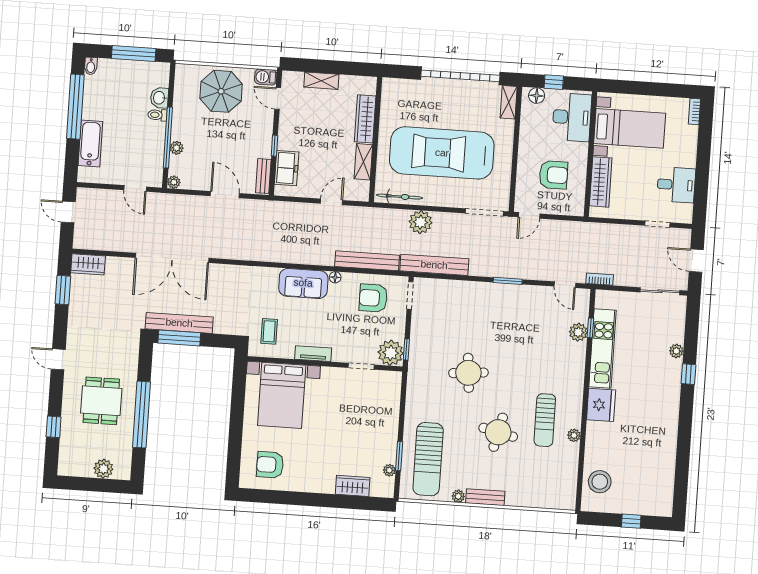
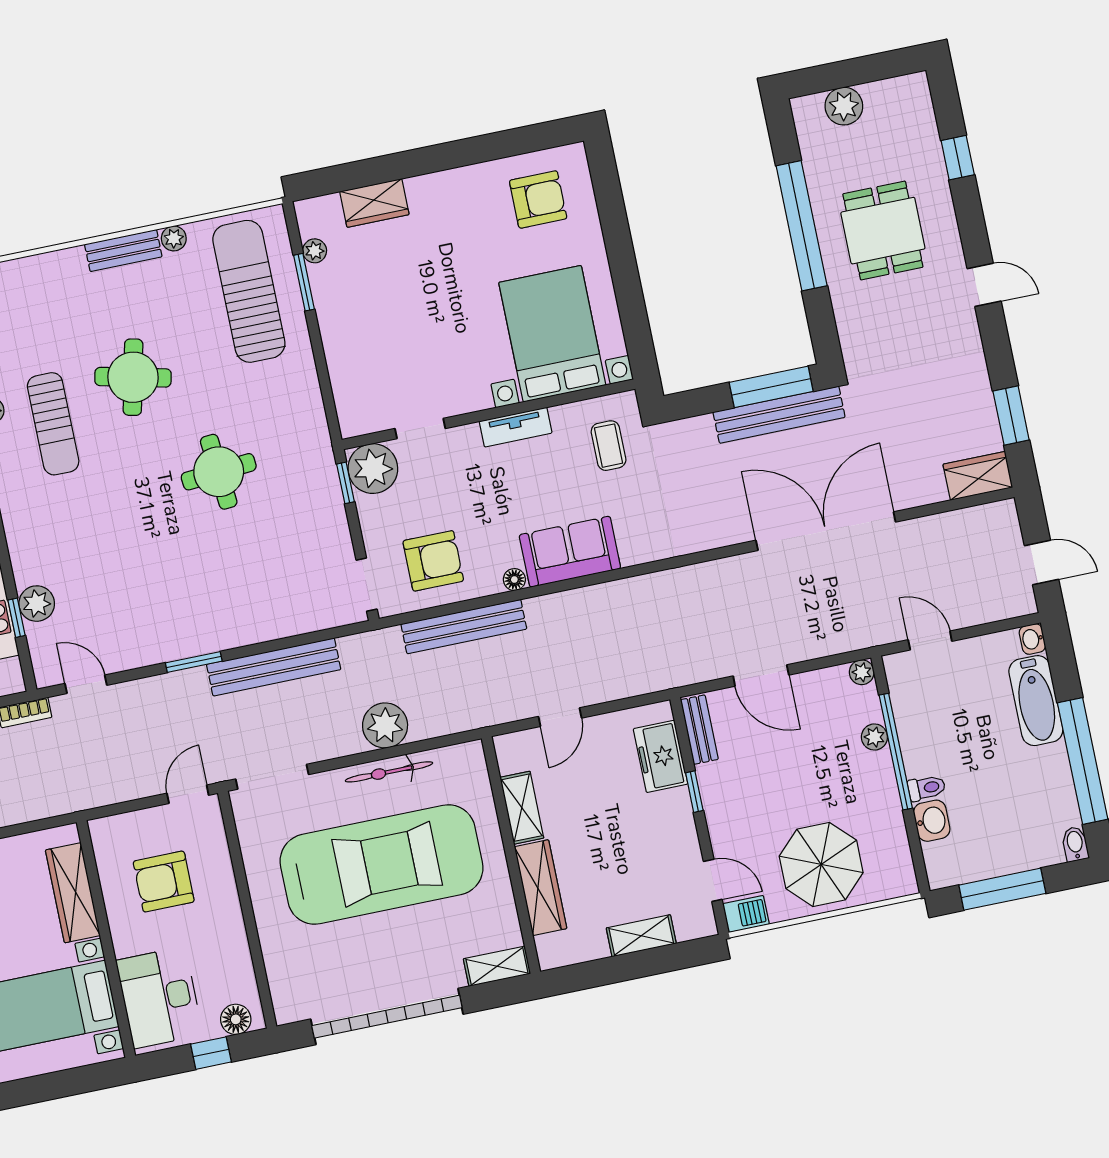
shelving: (509, 102) -> (497, 966), moved, turned 90
washbasin: (84, 175) -> (1032, 639), added
bicycle: (399, 197) -> (389, 772), moved
bench: (434, 265) -> (274, 667), moved
sun lounger: (545, 420) -> (53, 424), turned 180

